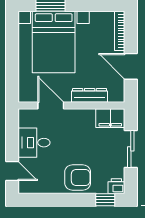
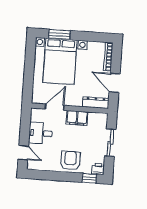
dresser: (90, 95) -> (96, 103), moved
door: (51, 105) -> (55, 107), hinge flipped
filing cabinet: (110, 118) -> (77, 118), moved
armchair: (78, 177) -> (70, 161), turned -90

